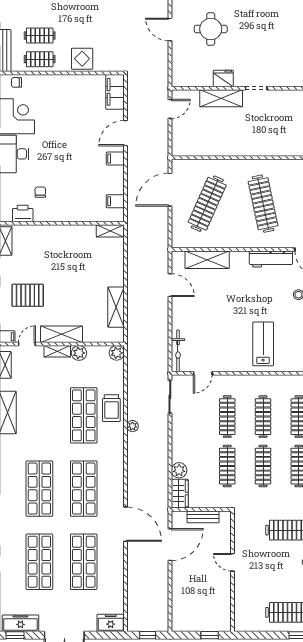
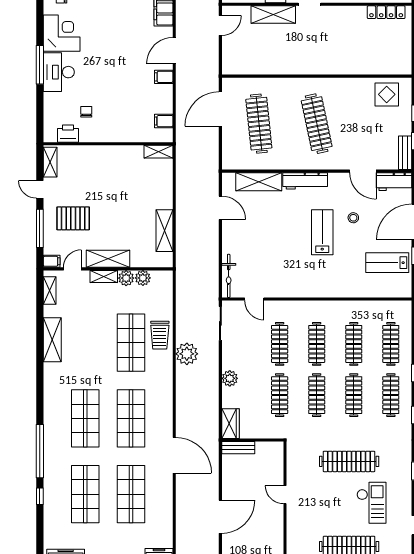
clothes rail: (207, 204) -> (259, 124), turned -30
workbench: (271, 259) -> (305, 181), moved
lab bench: (263, 344) -> (322, 232), moved
plant: (117, 353) -> (143, 278), moved
door: (203, 373) -> (254, 299), hinge flipped
plant: (133, 426) -> (187, 354), width x1.88, depth x1.88
plant: (179, 470) -> (230, 378), moved
bench: (203, 517) -> (238, 448), moved
door: (170, 545) -> (220, 517), moved

